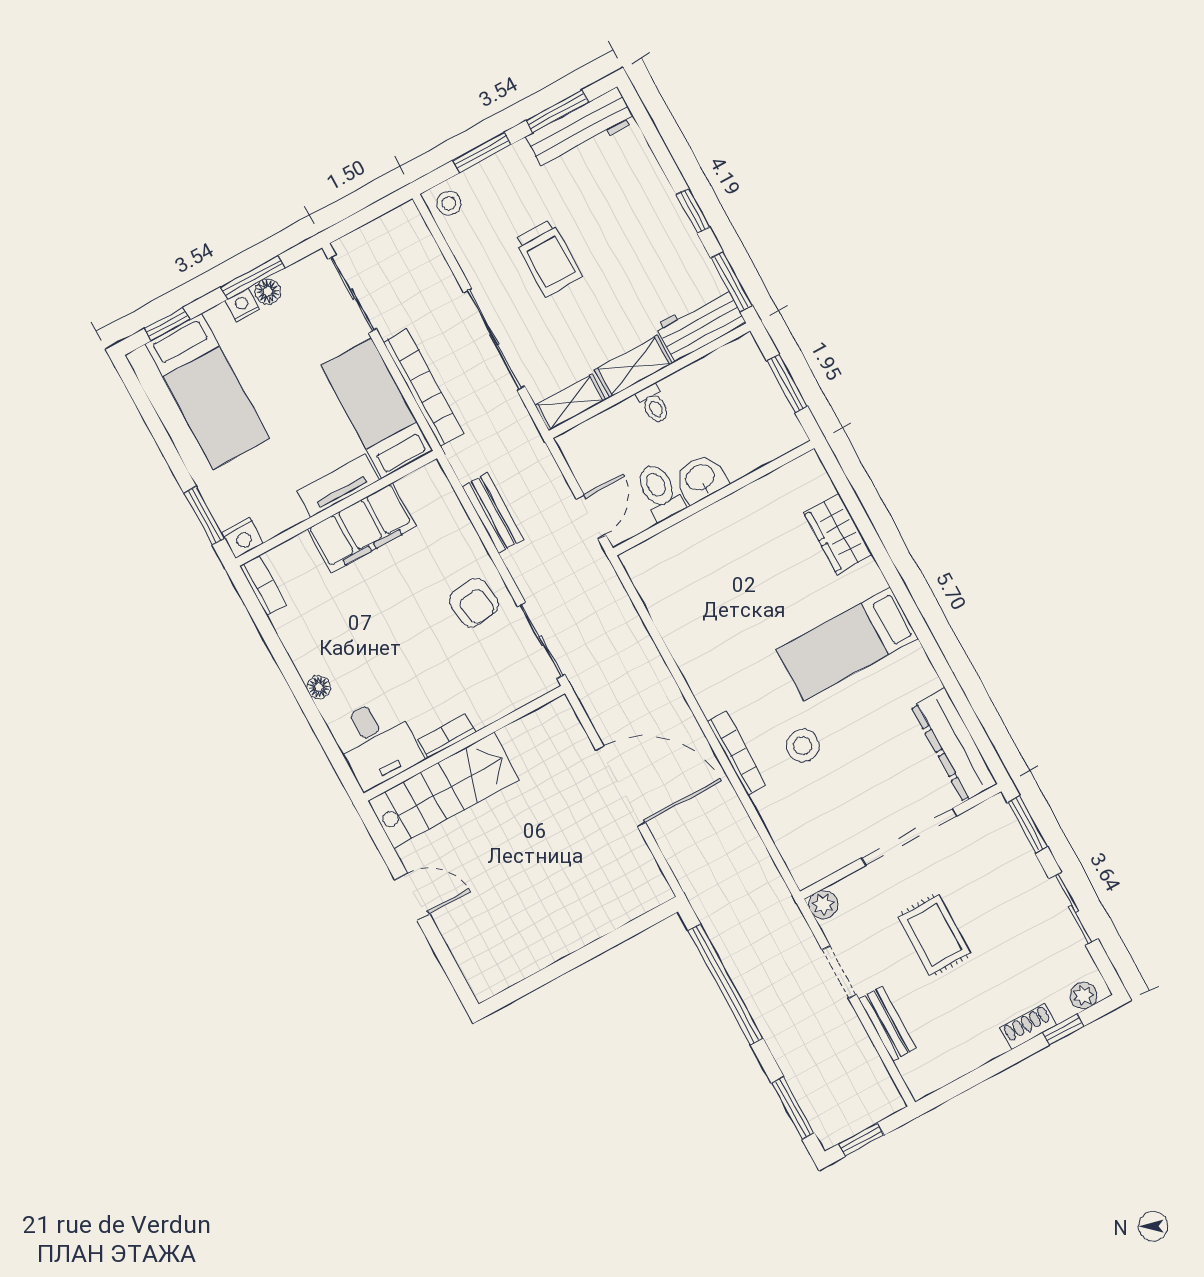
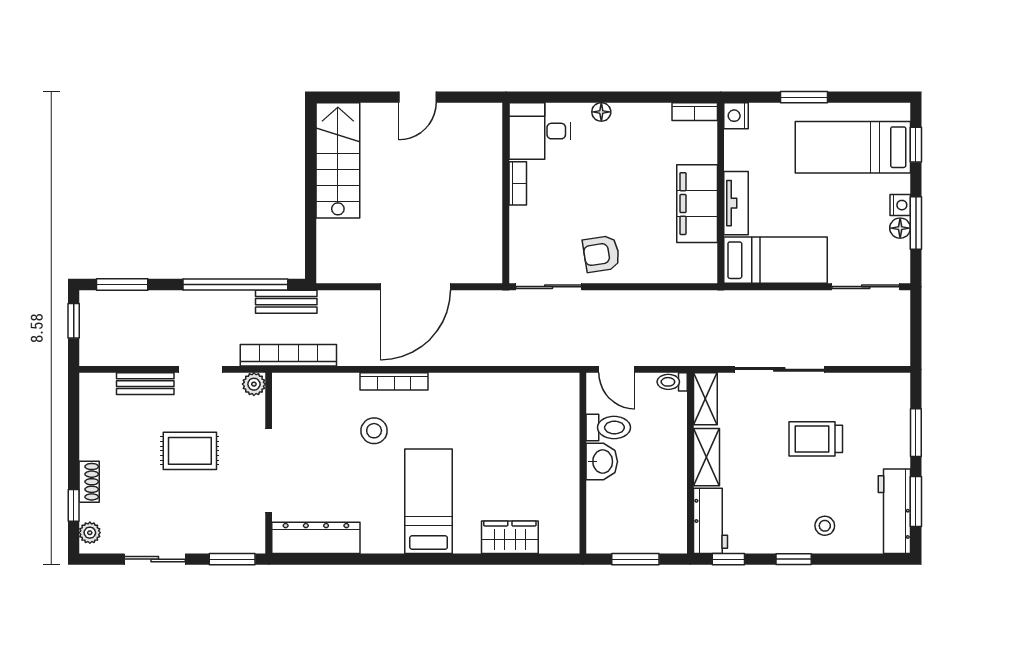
stool: (449, 203) -> (825, 526), moved
window: (732, 282) -> (728, 559), width x0.67
bookcase: (423, 388) -> (288, 355), moved, turned 180
toilet: (653, 404) -> (672, 382), moved
bench: (493, 513) -> (286, 302), moved
window: (205, 516) -> (804, 97), moved
stairs: (444, 790) -> (338, 160), moved, turned 180

